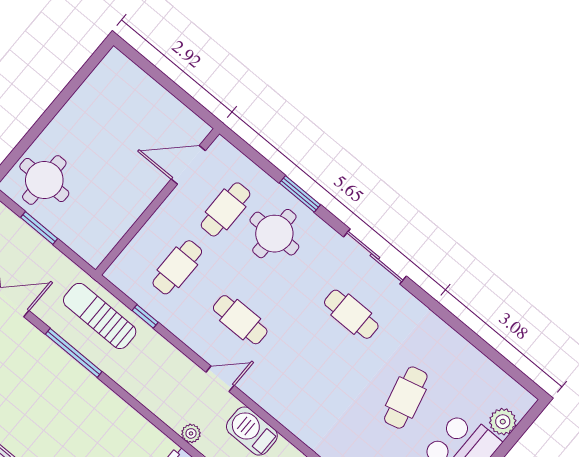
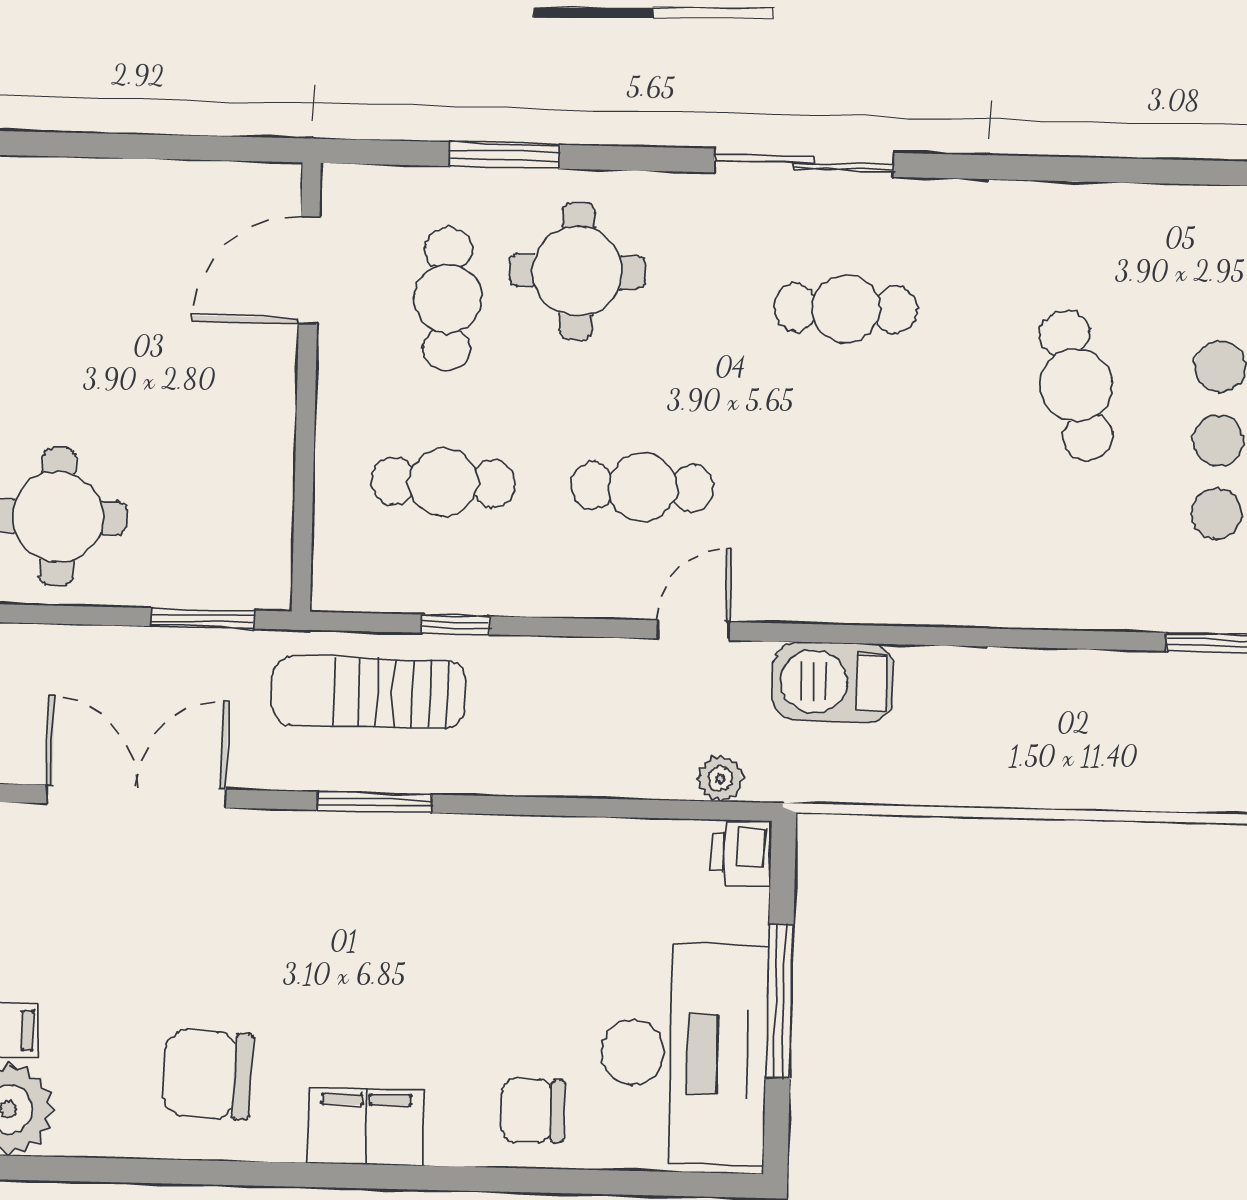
window: (300, 194) -> (505, 155), moved
window: (39, 228) -> (203, 618), moved
cafe table: (177, 267) -> (443, 482), turned 90
window: (74, 353) -> (375, 802), width x0.69

